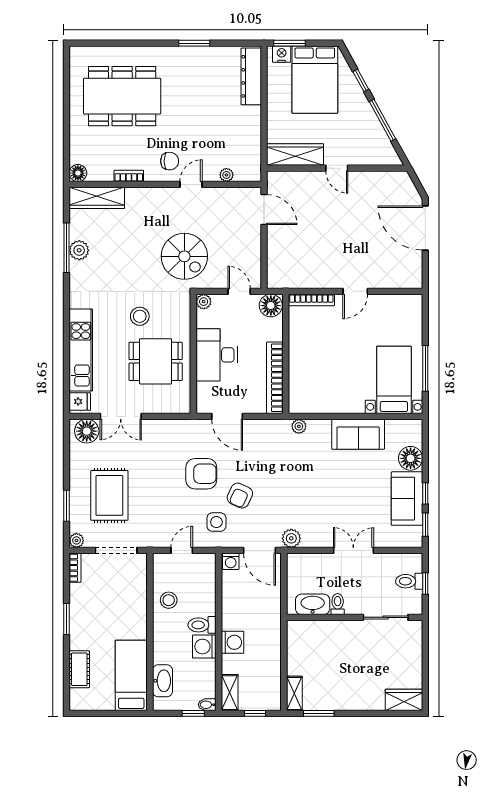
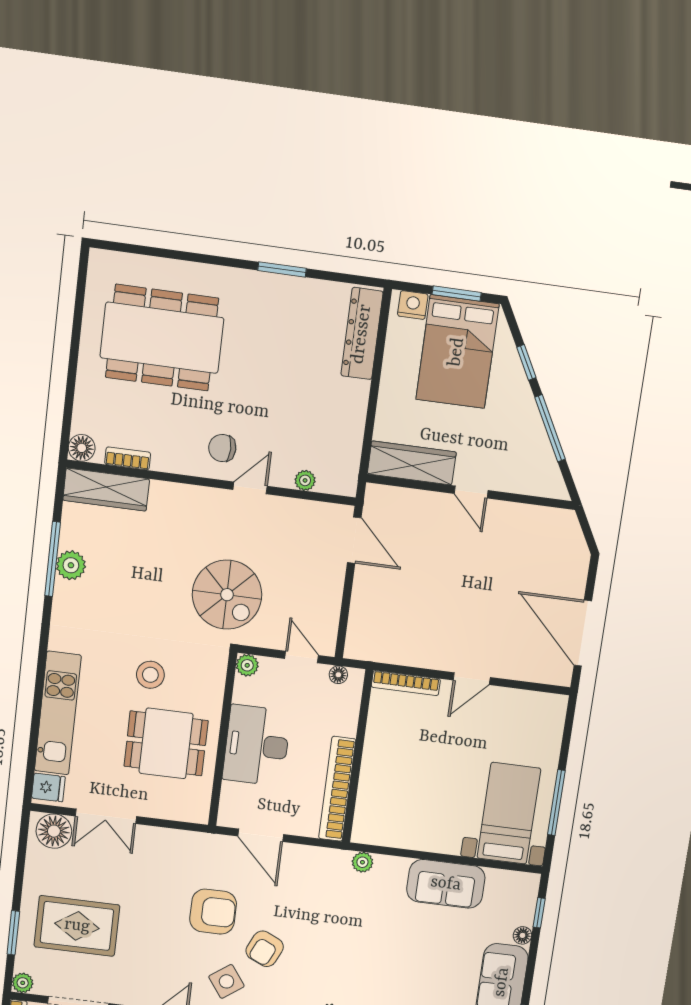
window: (289, 43) -> (457, 294), moved
chair: (170, 161) -> (222, 448), turned 180
bookcase: (129, 176) -> (128, 458), moved
door: (425, 228) -> (583, 633), moved
floor lamp: (271, 306) -> (338, 675), width x0.53, depth x0.53
floor lamp: (411, 458) -> (522, 935), width x0.53, depth x0.53
window: (425, 493) -> (539, 913), moved
rug: (109, 495) -> (77, 926), turned 90
side table: (216, 522) -> (226, 981), turned -36

